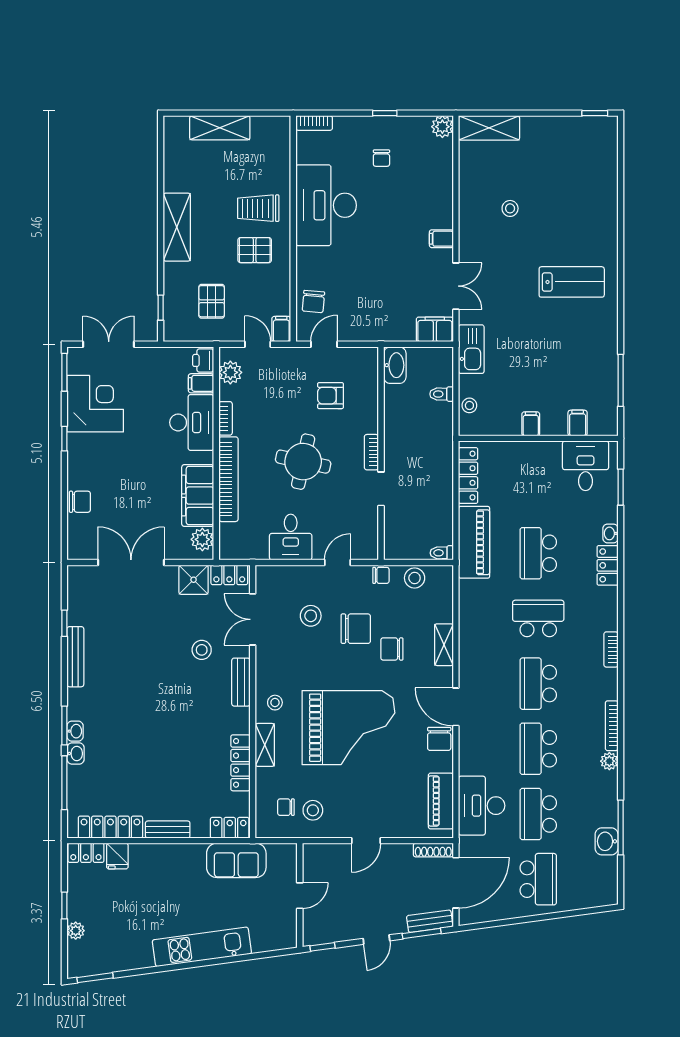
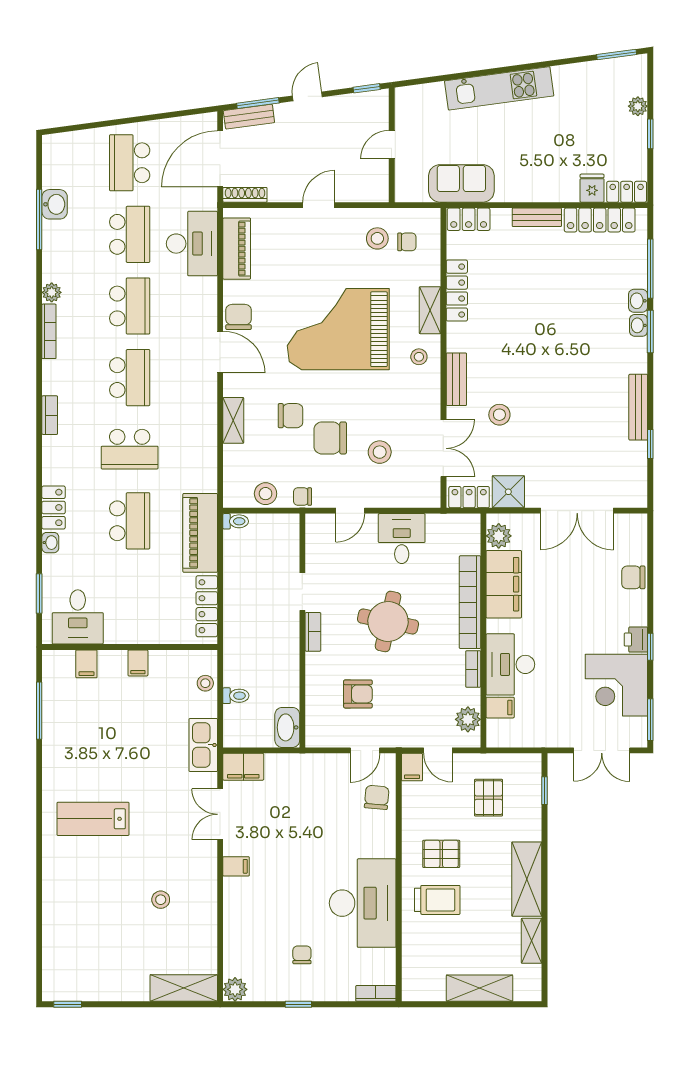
shelving: (172, 171) -> (532, 941), added
printer: (203, 360) -> (636, 640), moved, turned 180

